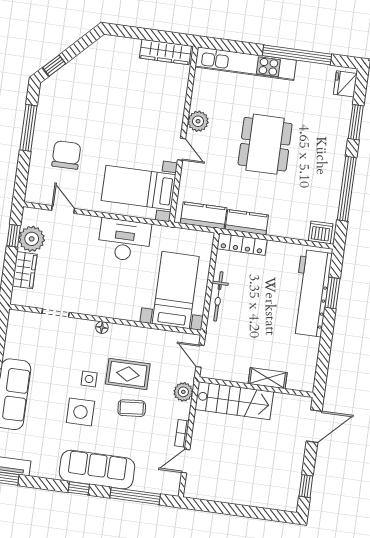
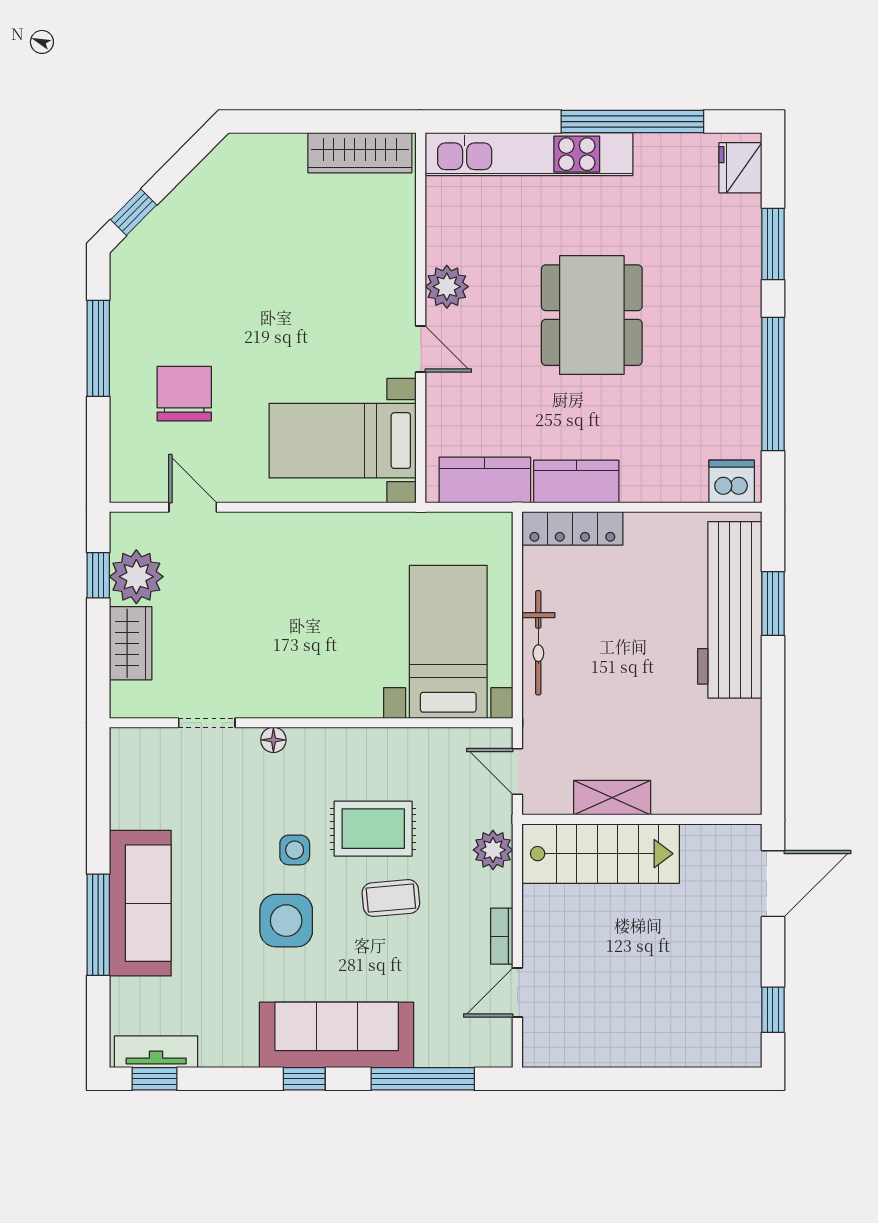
desk: (124, 240) -> (328, 553), removed
floor lamp: (102, 327) -> (273, 740), moved
shelving: (268, 378) -> (612, 798), moved

